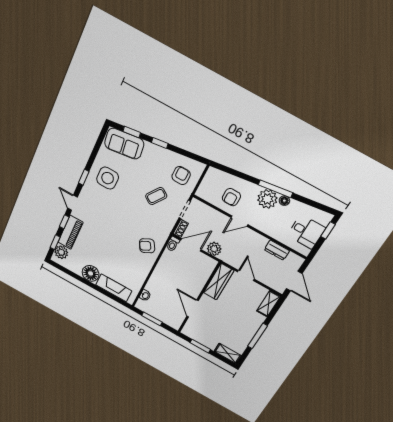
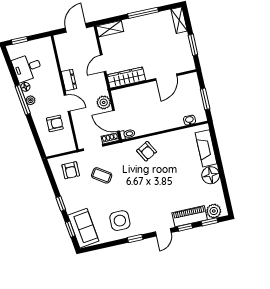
armchair: (181, 176) -> (71, 170), turned -90
plant: (267, 199) -> (30, 100), width x0.53, depth x0.53
desk: (306, 232) -> (27, 68), moved, turned -98
dresser: (277, 250) -> (69, 80), moved

